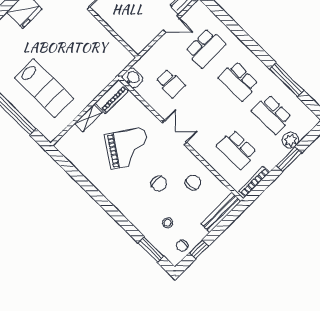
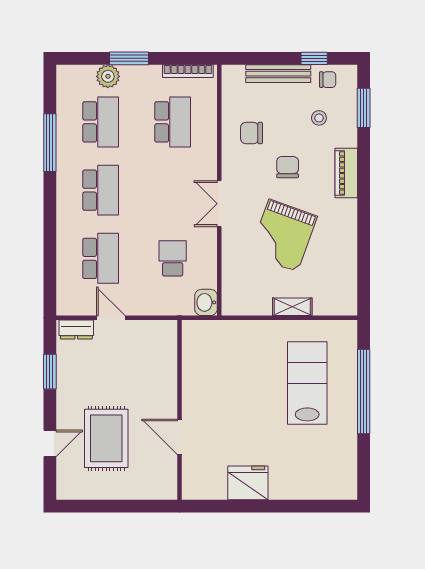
school desk: (205, 48) -> (101, 258), turned 90
piano: (112, 97) -> (346, 173), moved, turned -90
grand piano: (128, 148) -> (283, 235), turned -104
bench: (221, 212) -> (278, 74), moved

